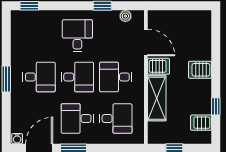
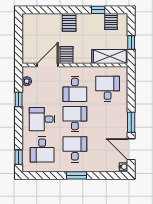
shelving: (157, 98) -> (110, 56), moved
desk: (77, 118) -> (42, 149), moved

